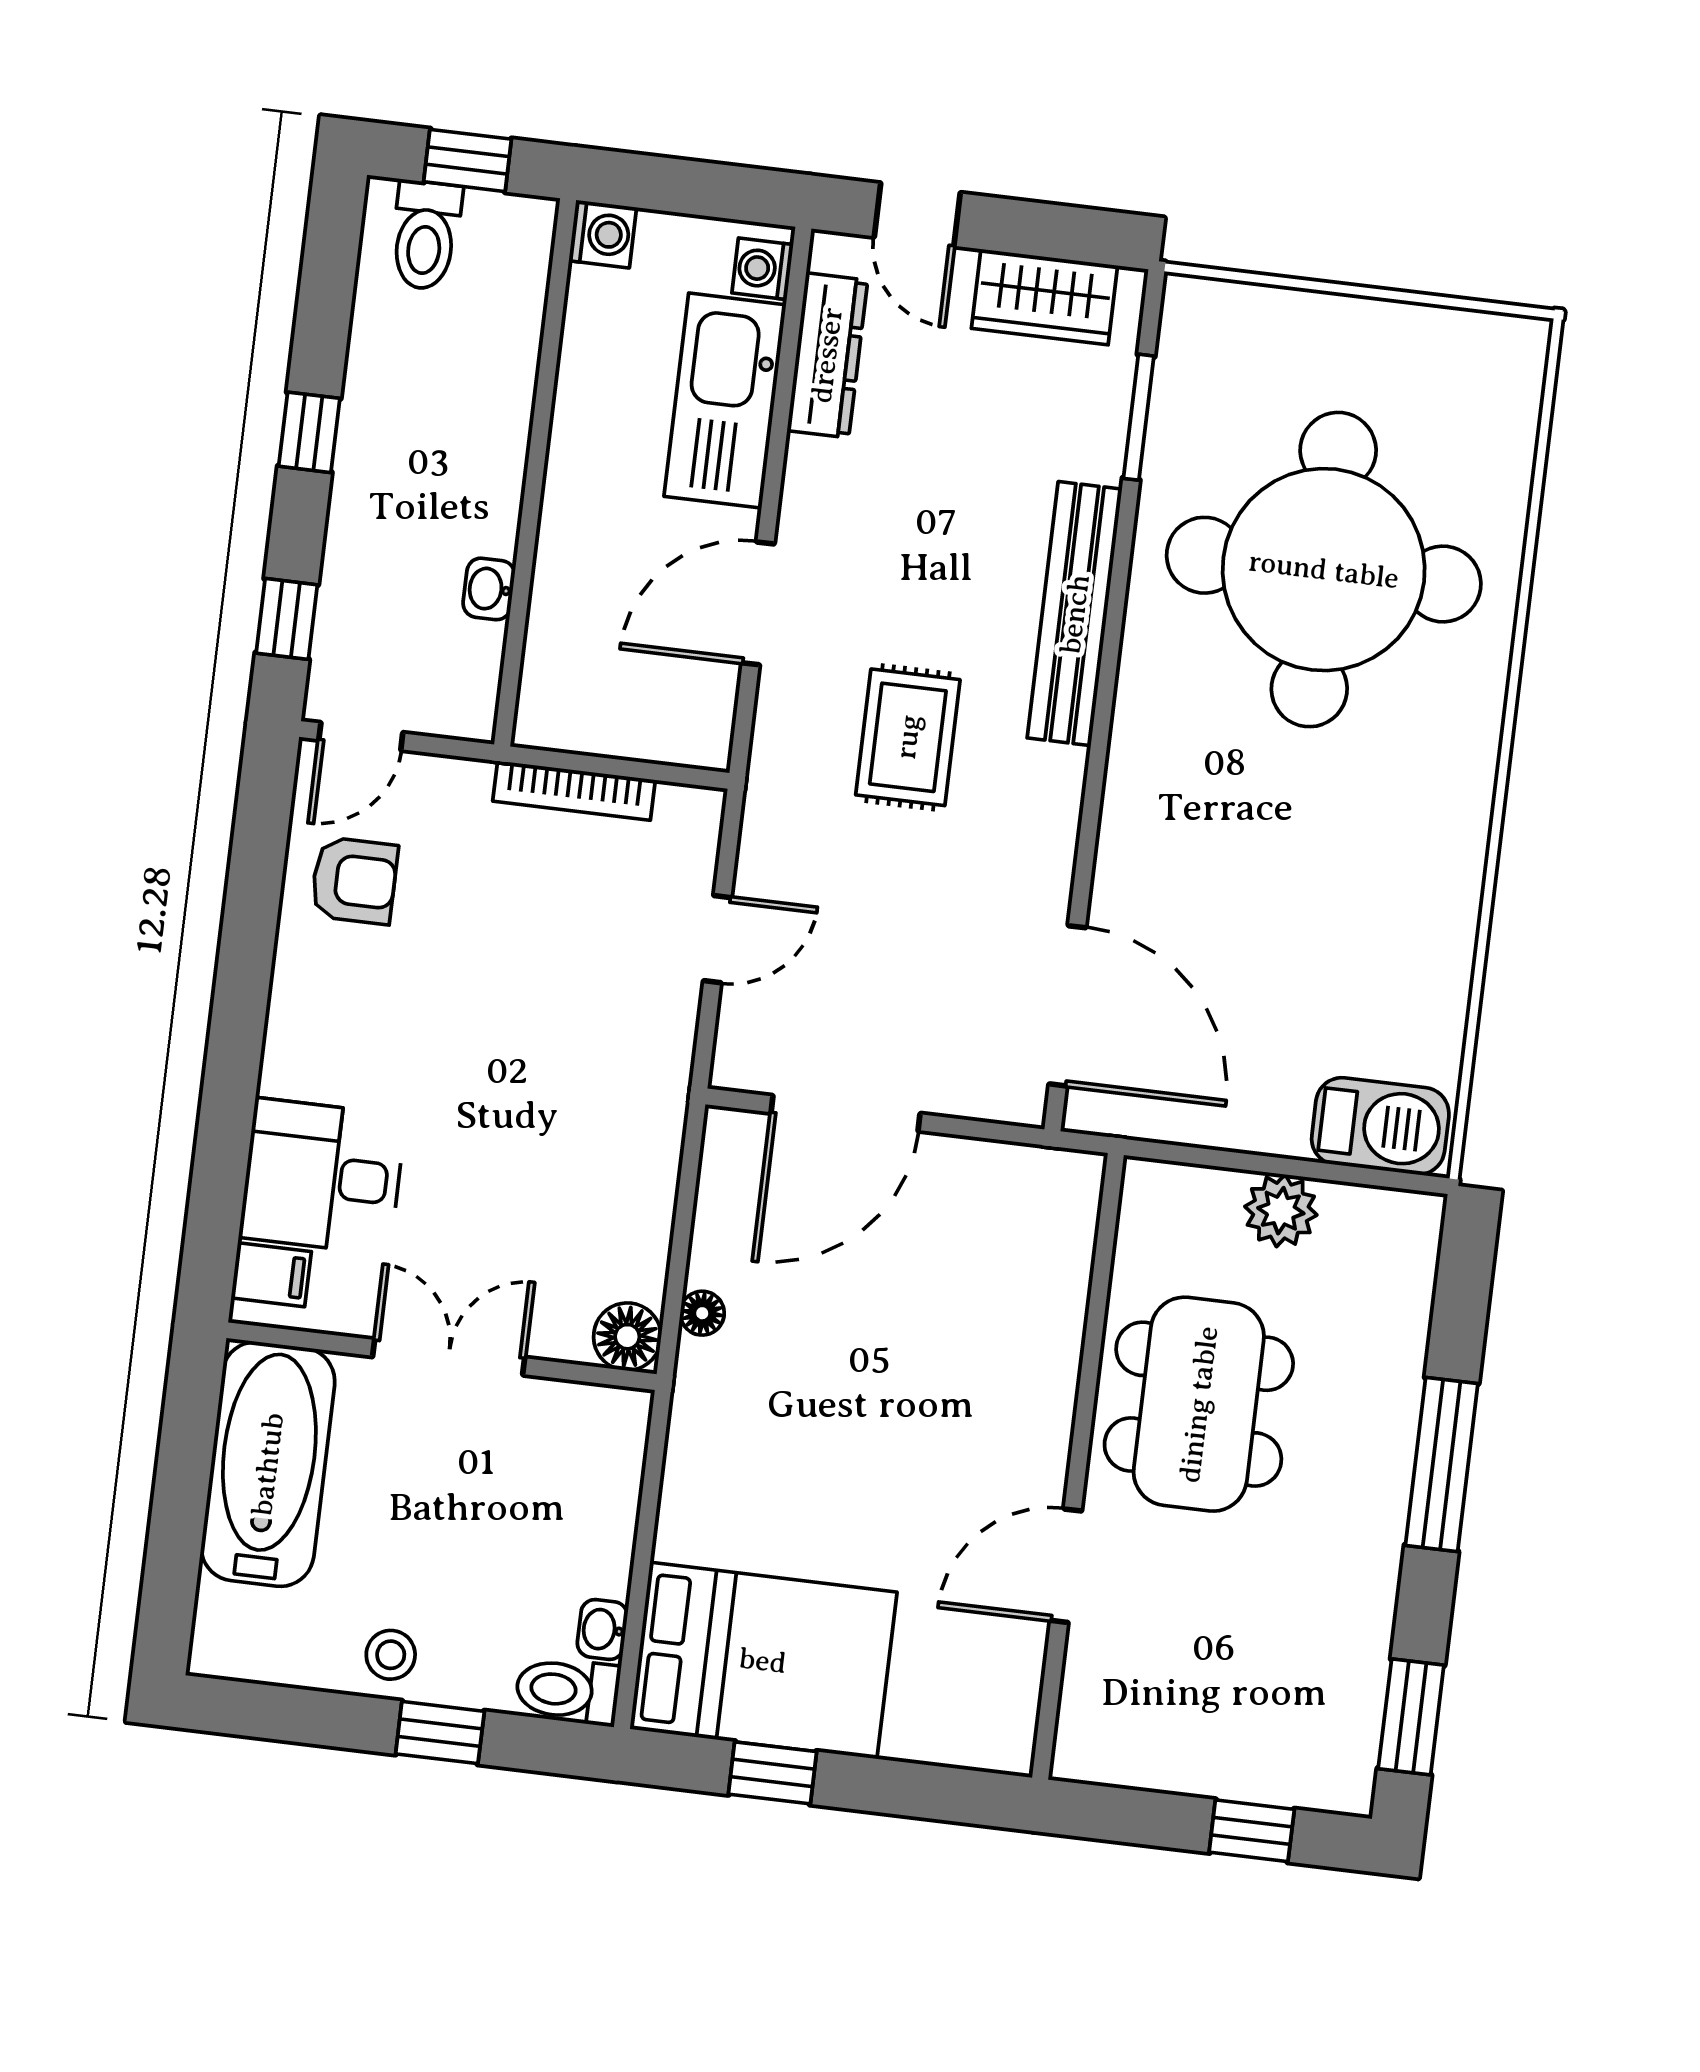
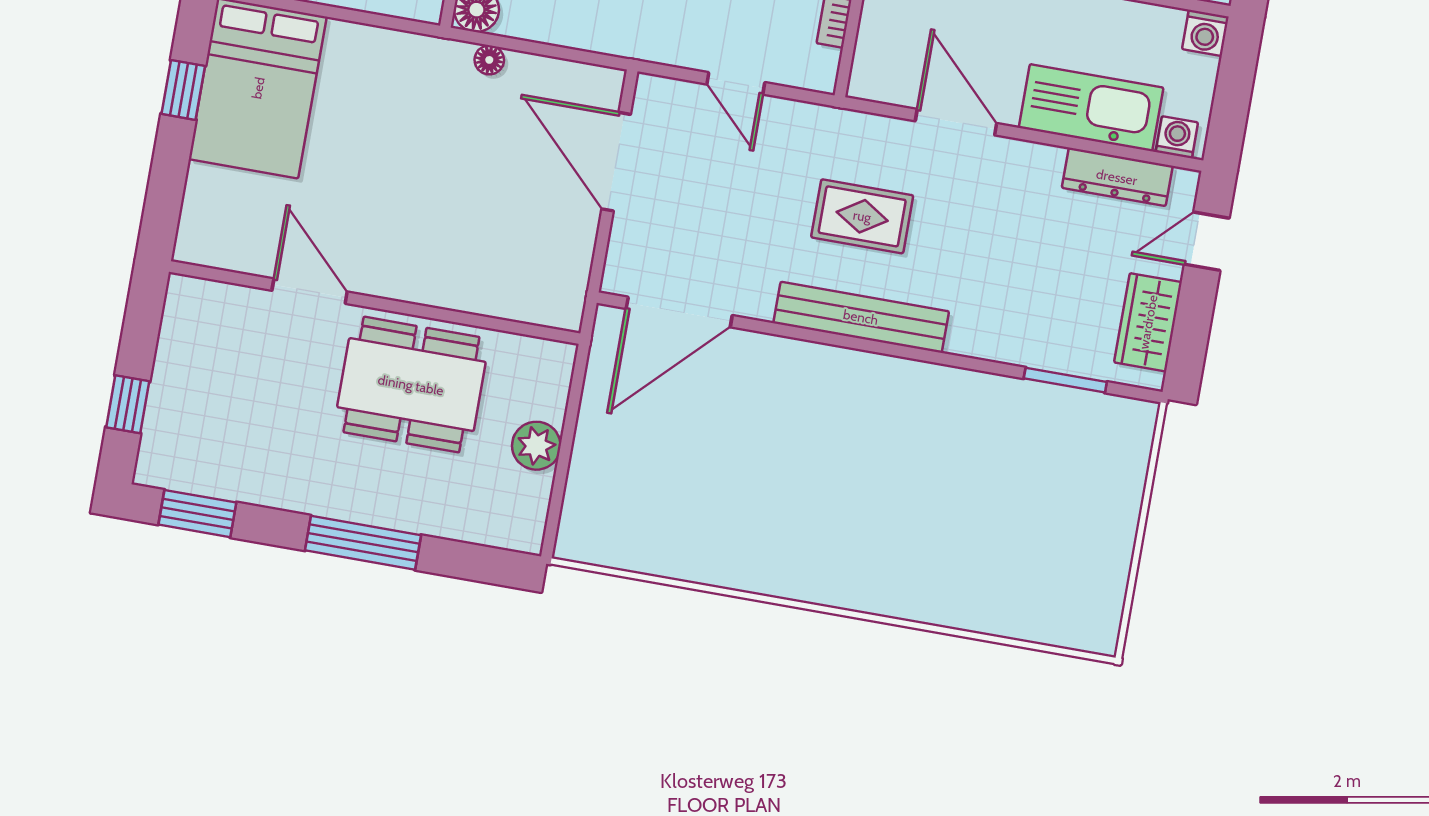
round table: (1324, 570) -> (958, 497), removed
bench: (1075, 614) -> (861, 317), moved
barbecue: (1380, 1126) -> (589, 514), removed

